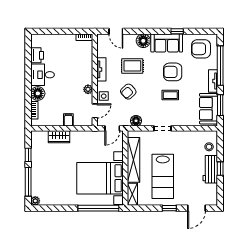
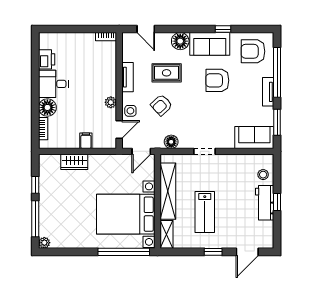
coffee table: (170, 95) -> (214, 109), removed
sofa: (209, 109) -> (254, 137), moved, turned 90
lab bench: (163, 176) -> (205, 212), width x0.73, depth x0.72

